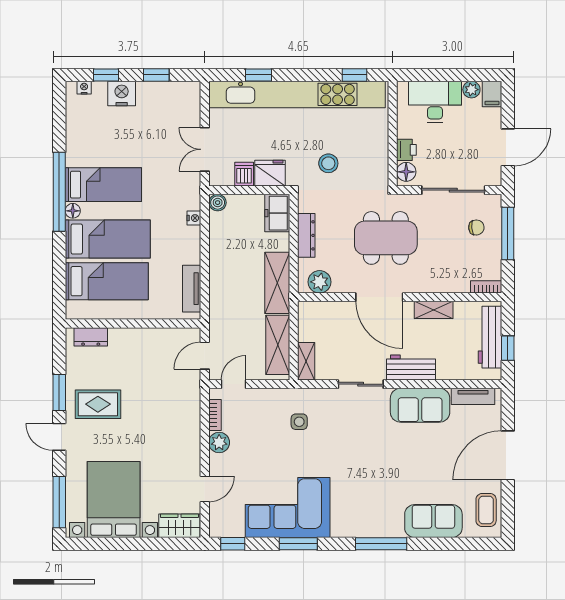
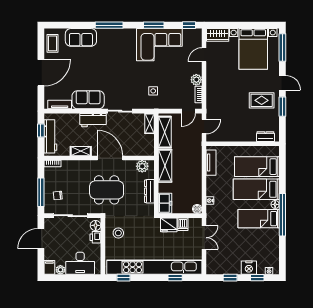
stool: (328, 163) -> (118, 233), moved

